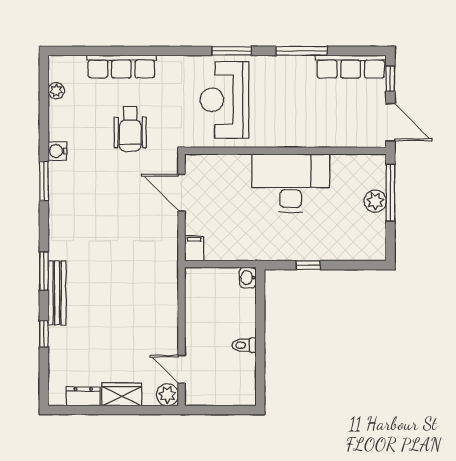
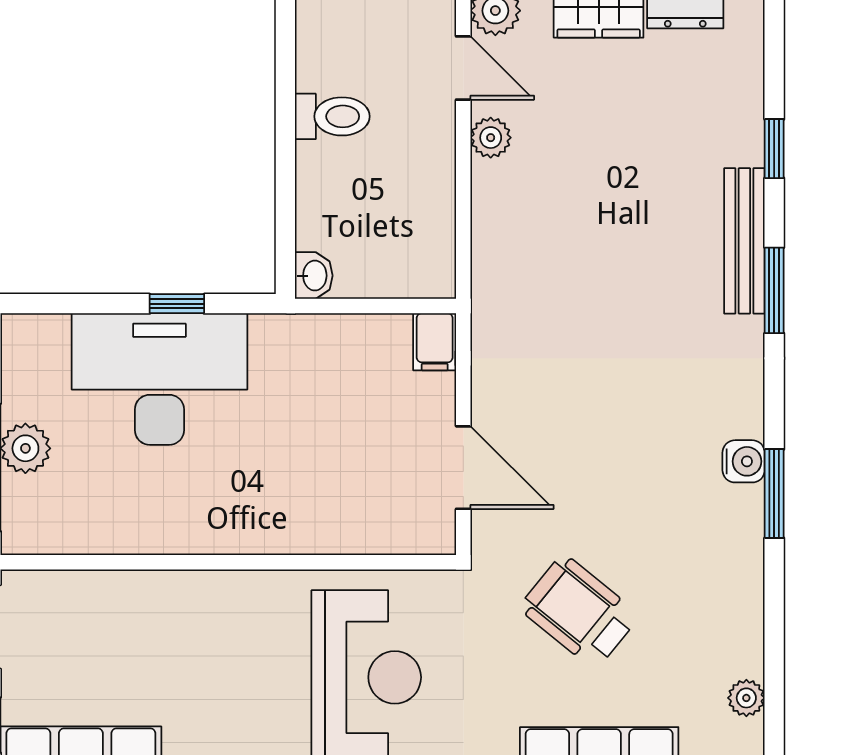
wheelchair: (130, 129) -> (579, 612), turned -51
water cooler: (57, 151) -> (744, 461), moved
desk: (291, 183) -> (159, 379), moved, turned 180
plant: (169, 339) -> (491, 138), added
toilet: (244, 345) -> (332, 116), width x1.37, depth x1.39

